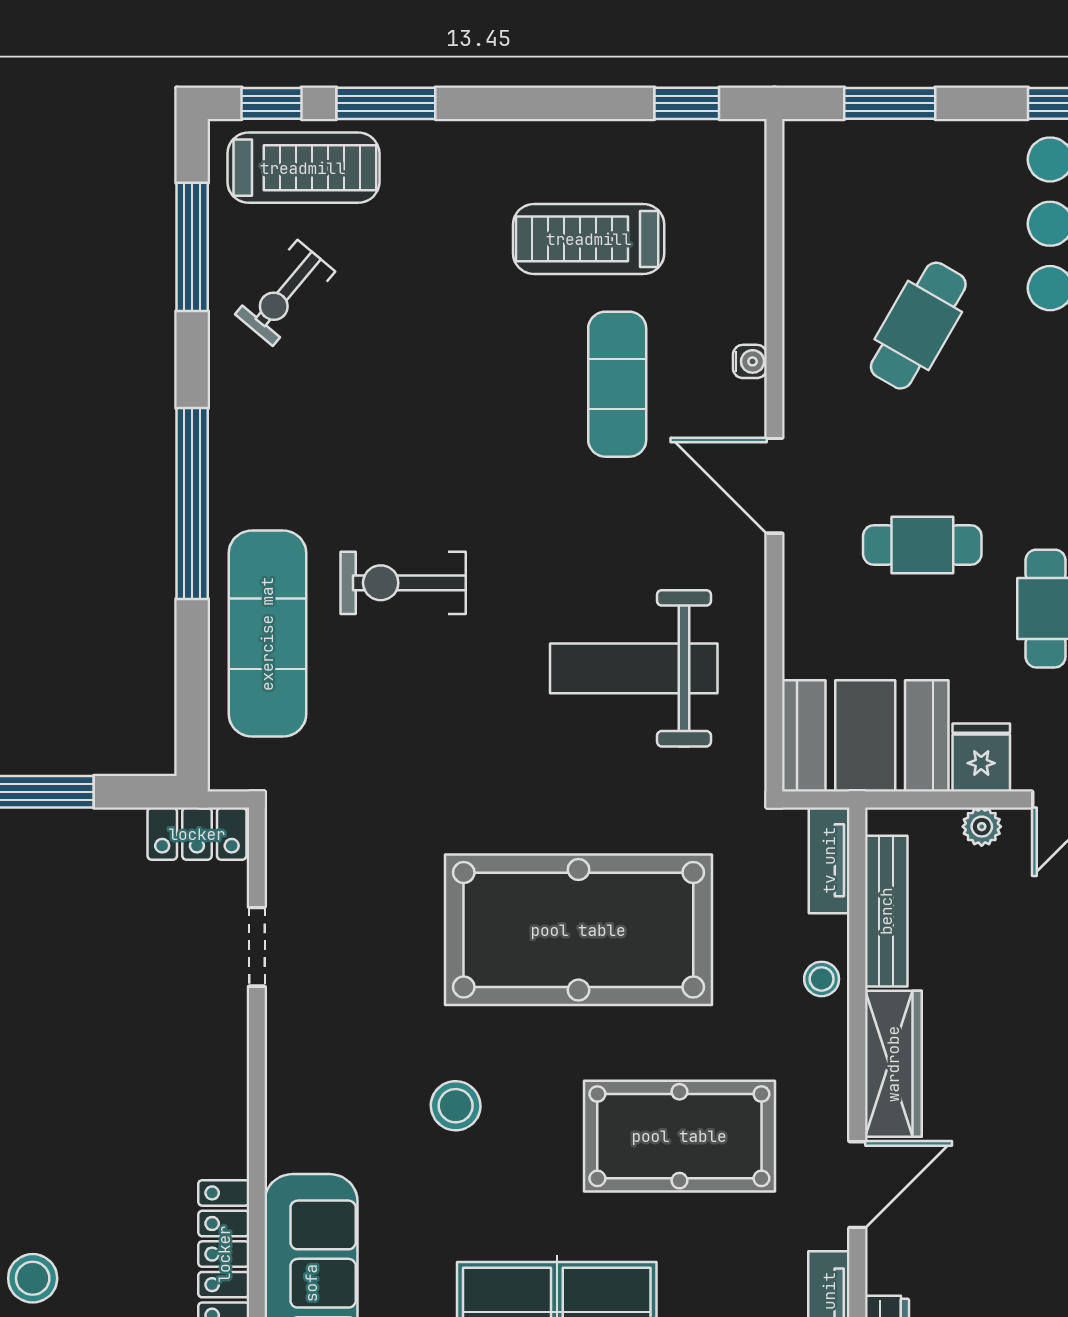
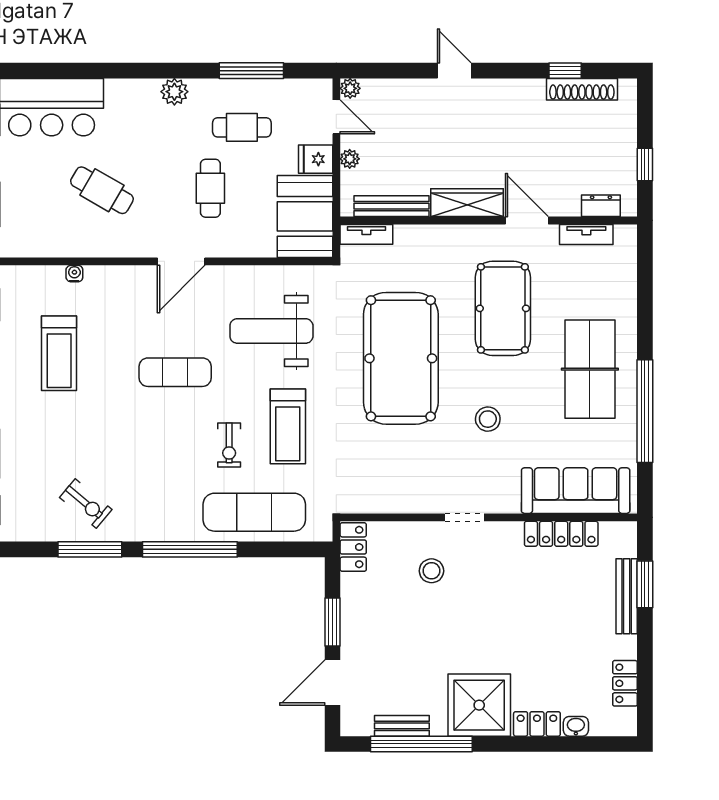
treadmill: (303, 168) -> (288, 426), moved, turned 180
window: (192, 247) -> (90, 549), moved
water cooler: (750, 361) -> (74, 274), moved
exercise mat: (617, 384) -> (175, 372), moved
exercise bike: (403, 583) -> (229, 445), width x0.73, depth x0.72
weight bench: (634, 668) -> (271, 331), turned 90
doorway: (257, 947) -> (464, 517), moved
stool: (822, 979) -> (425, 238), removed
stool: (33, 1278) -> (431, 571), moved

